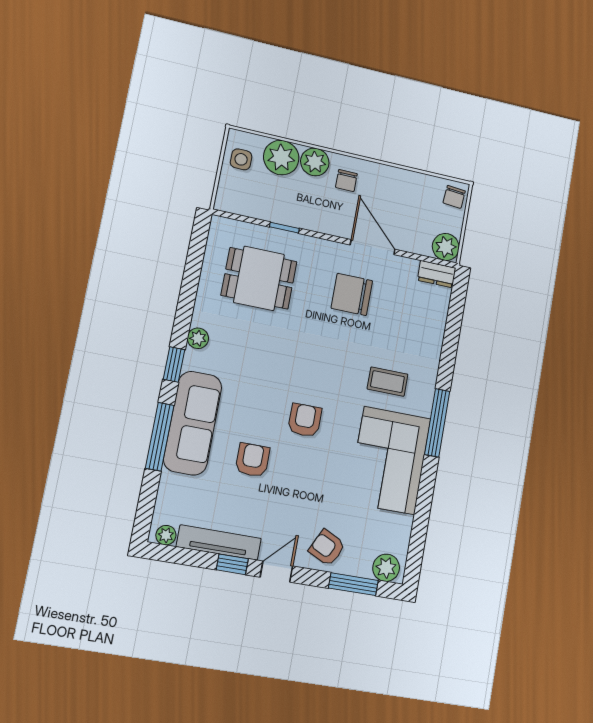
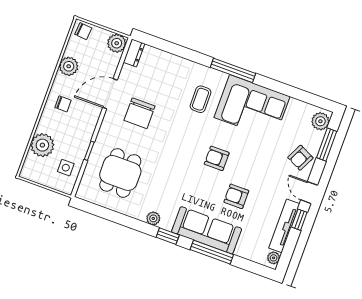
side table: (241, 159) -> (66, 168), moved
plant: (315, 162) -> (69, 66), moved

